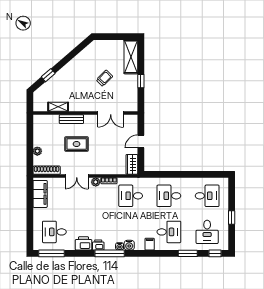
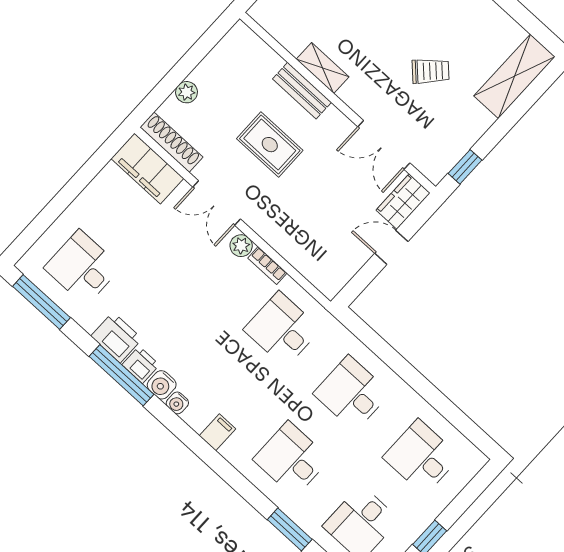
window: (141, 81) -> (465, 167), moved
shelving: (58, 107) -> (323, 68), moved
wardrobe: (132, 164) -> (403, 202), moved
filing cabinet: (40, 194) -> (147, 169), moved, turned 90
desk: (207, 196) -> (421, 457), turned 180
desk: (169, 232) -> (291, 459), turned 180
filing cabinet: (150, 244) -> (217, 432), moved
water cooler: (129, 245) -> (162, 385), moved
window: (110, 253) -> (121, 375), moved

